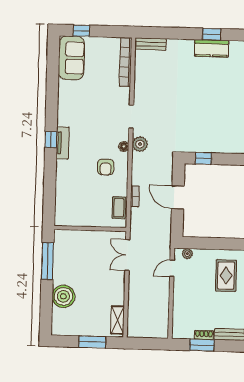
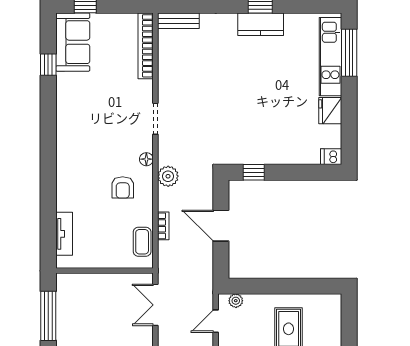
window: (51, 140) -> (48, 65), moved
tv unit: (63, 143) -> (64, 234), moved
plant: (140, 144) -> (168, 176), moved

